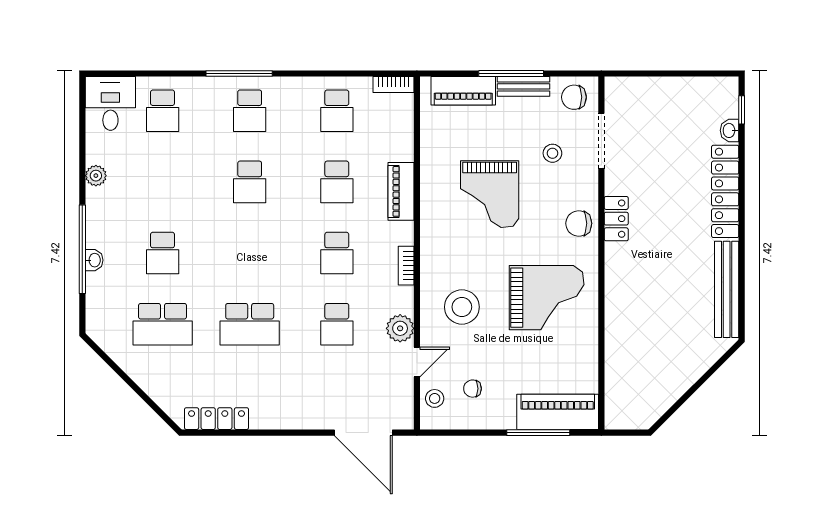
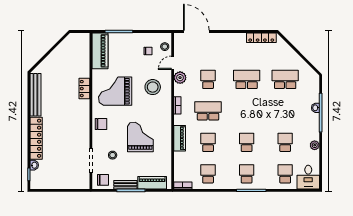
locker: (616, 219) -> (84, 89), moved
school desk: (163, 253) -> (285, 142), moved
school desk: (337, 253) -> (208, 111), width x1.85
piano: (558, 412) -> (100, 51), moved, turned -90

